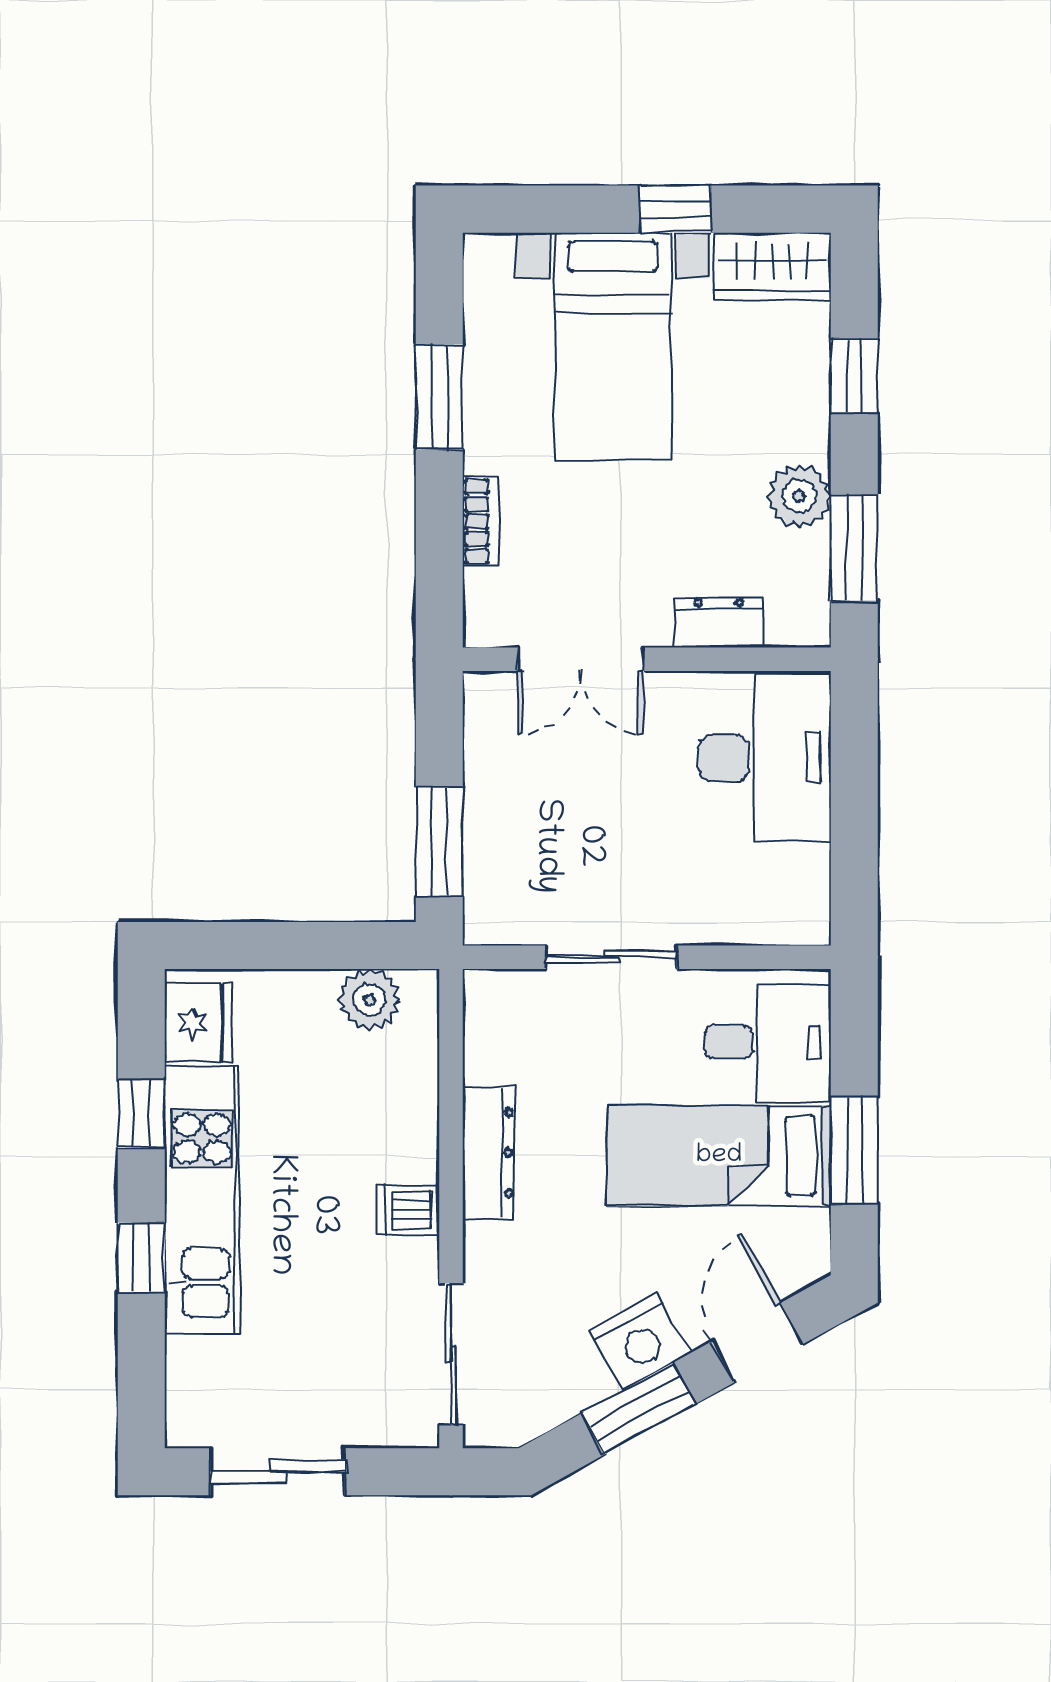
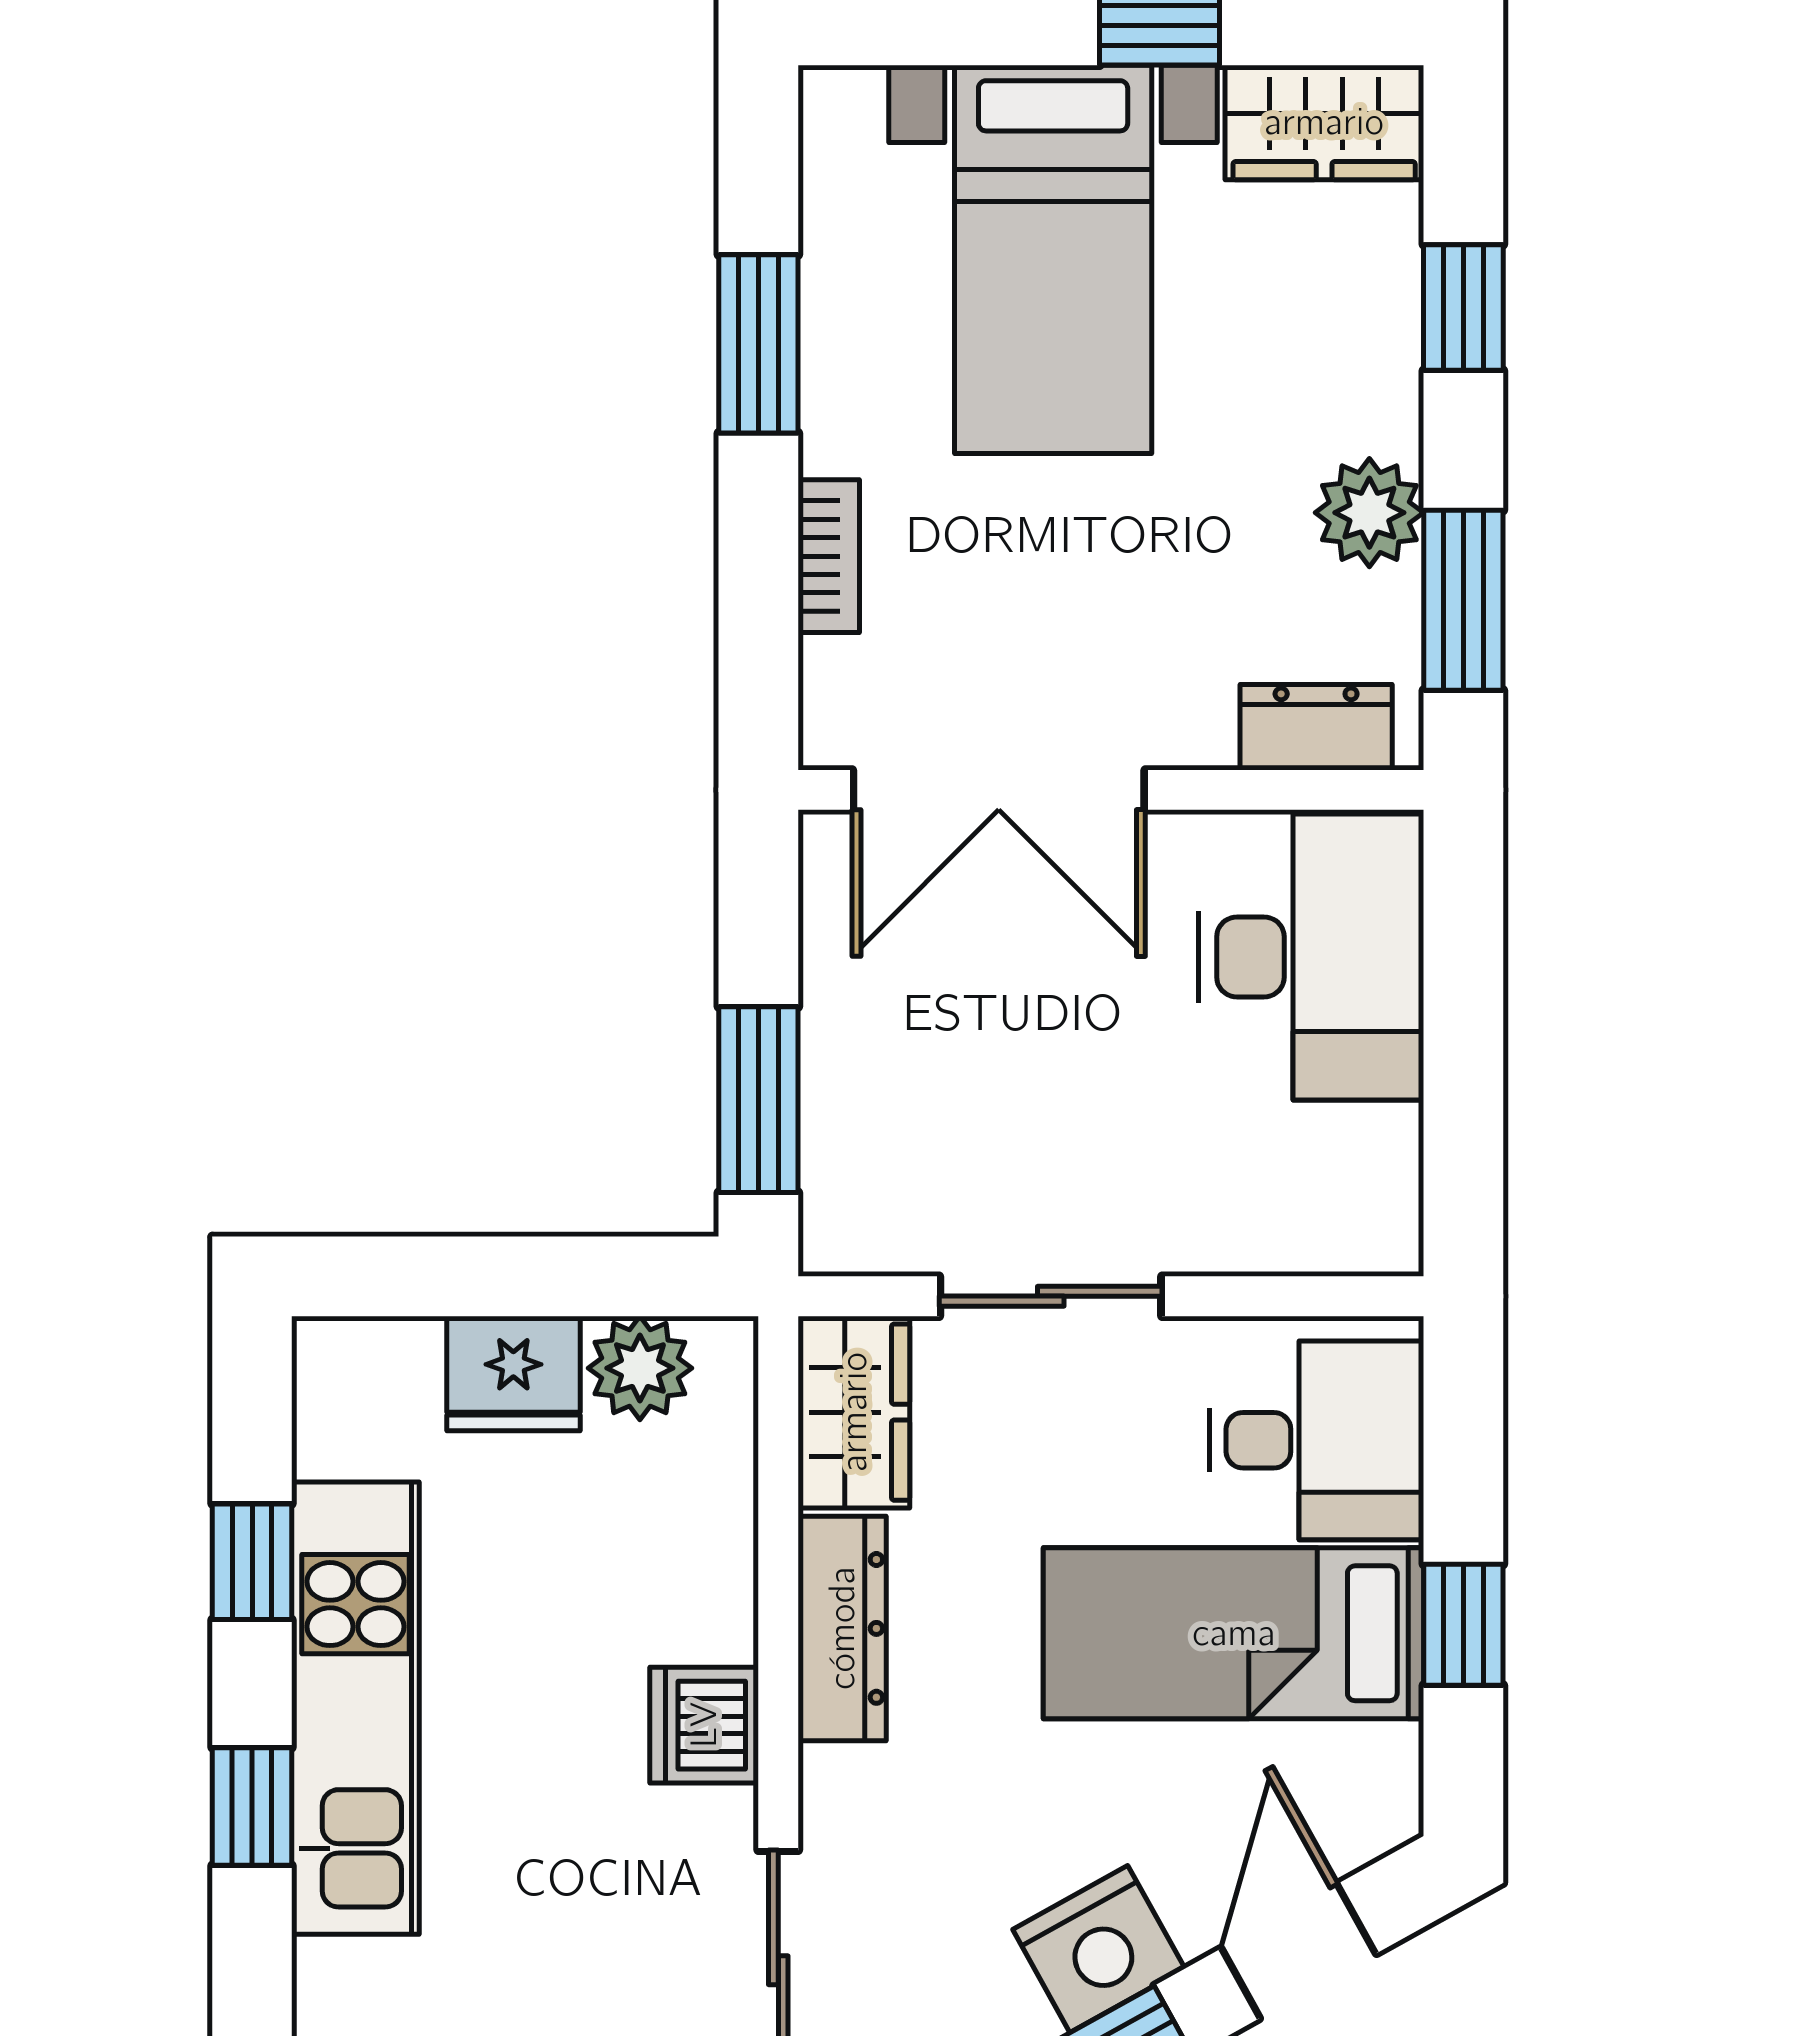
dresser: (719, 622) -> (1316, 727), moved
double door: (581, 659) -> (999, 790), width x1.37
fridge: (198, 1023) -> (513, 1373), moved, turned 90
wardrobe: (495, 1025) -> (854, 1412), added
window: (854, 1151) -> (1463, 1625), width x0.67
dishwasher: (407, 1210) -> (704, 1725), width x1.38

